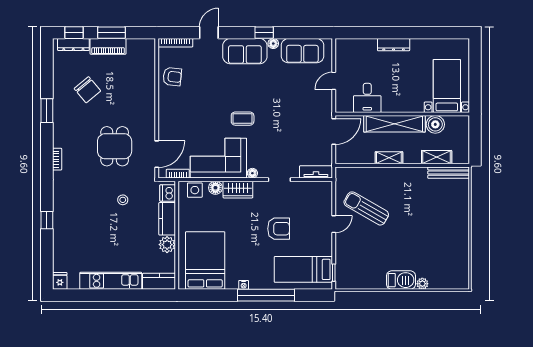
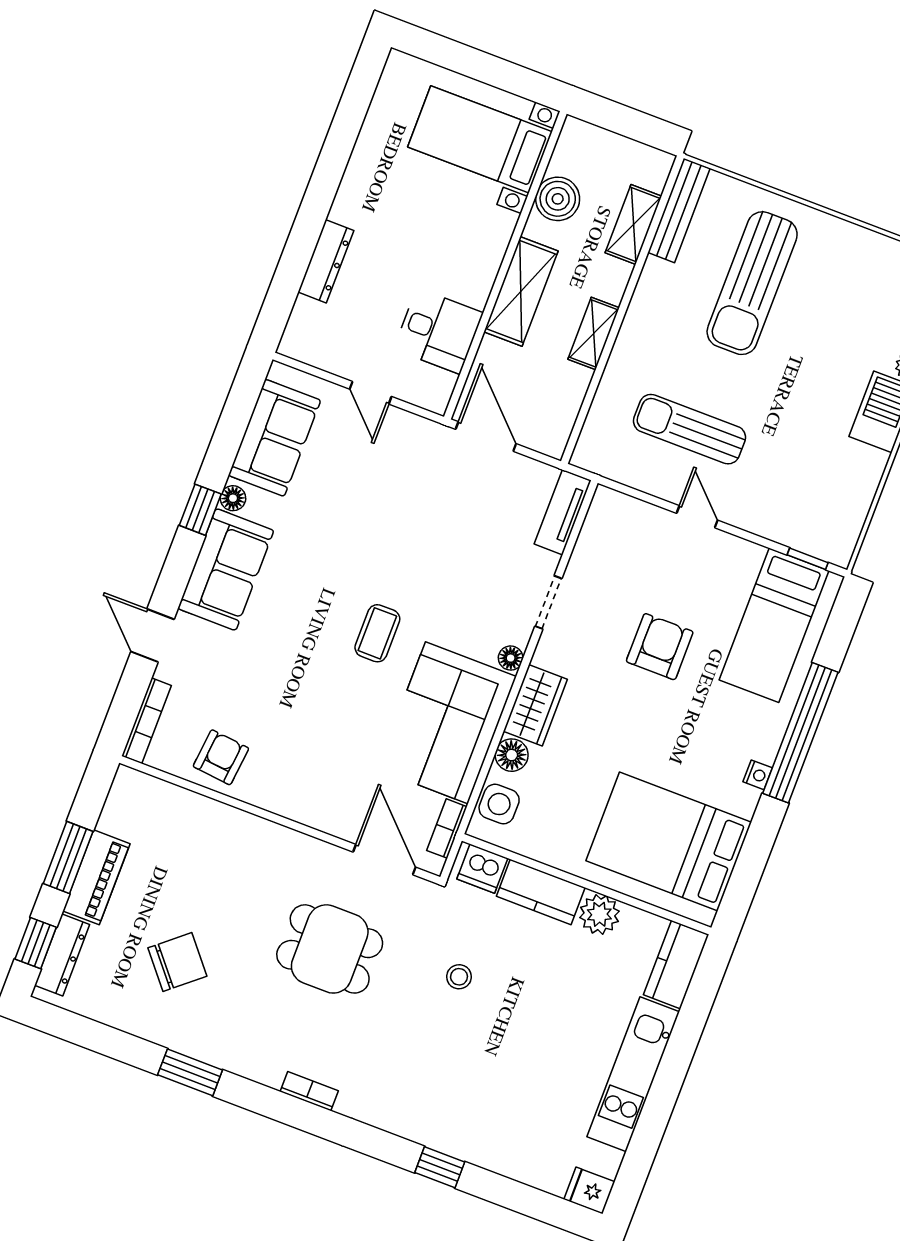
dresser: (394, 45) -> (326, 261), moved
shelving: (394, 124) -> (521, 291), width x0.68
sun lounger: (366, 208) -> (689, 429), turned 60
sun lounger: (431, 211) -> (752, 283), added

